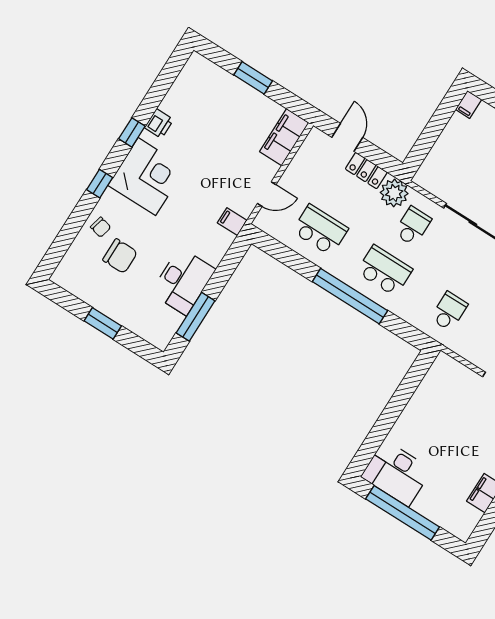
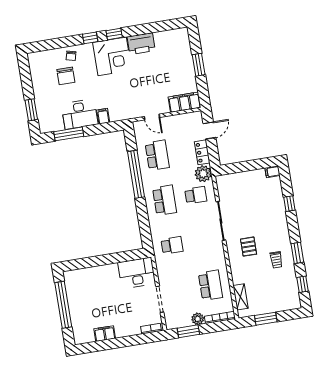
printer: (159, 124) -> (141, 44), width x1.87, depth x1.48
window: (132, 132) -> (114, 34), moved
filing cabinet: (232, 222) -> (103, 116), moved
window: (350, 296) -> (136, 174), moved
window: (103, 323) -> (31, 110), moved
desk: (396, 473) -> (137, 273), moved, turned 90

